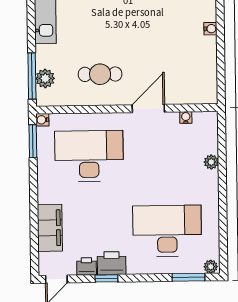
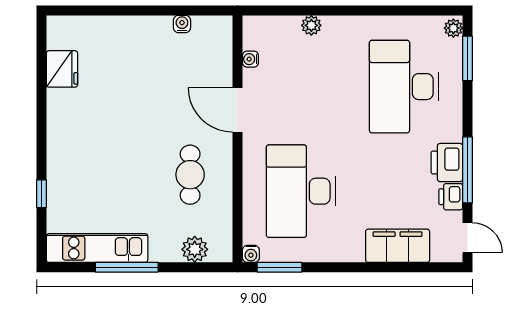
water cooler: (210, 29) -> (182, 24), moved
window: (32, 76) -> (127, 267), moved
window: (106, 278) -> (467, 170), width x2.17

